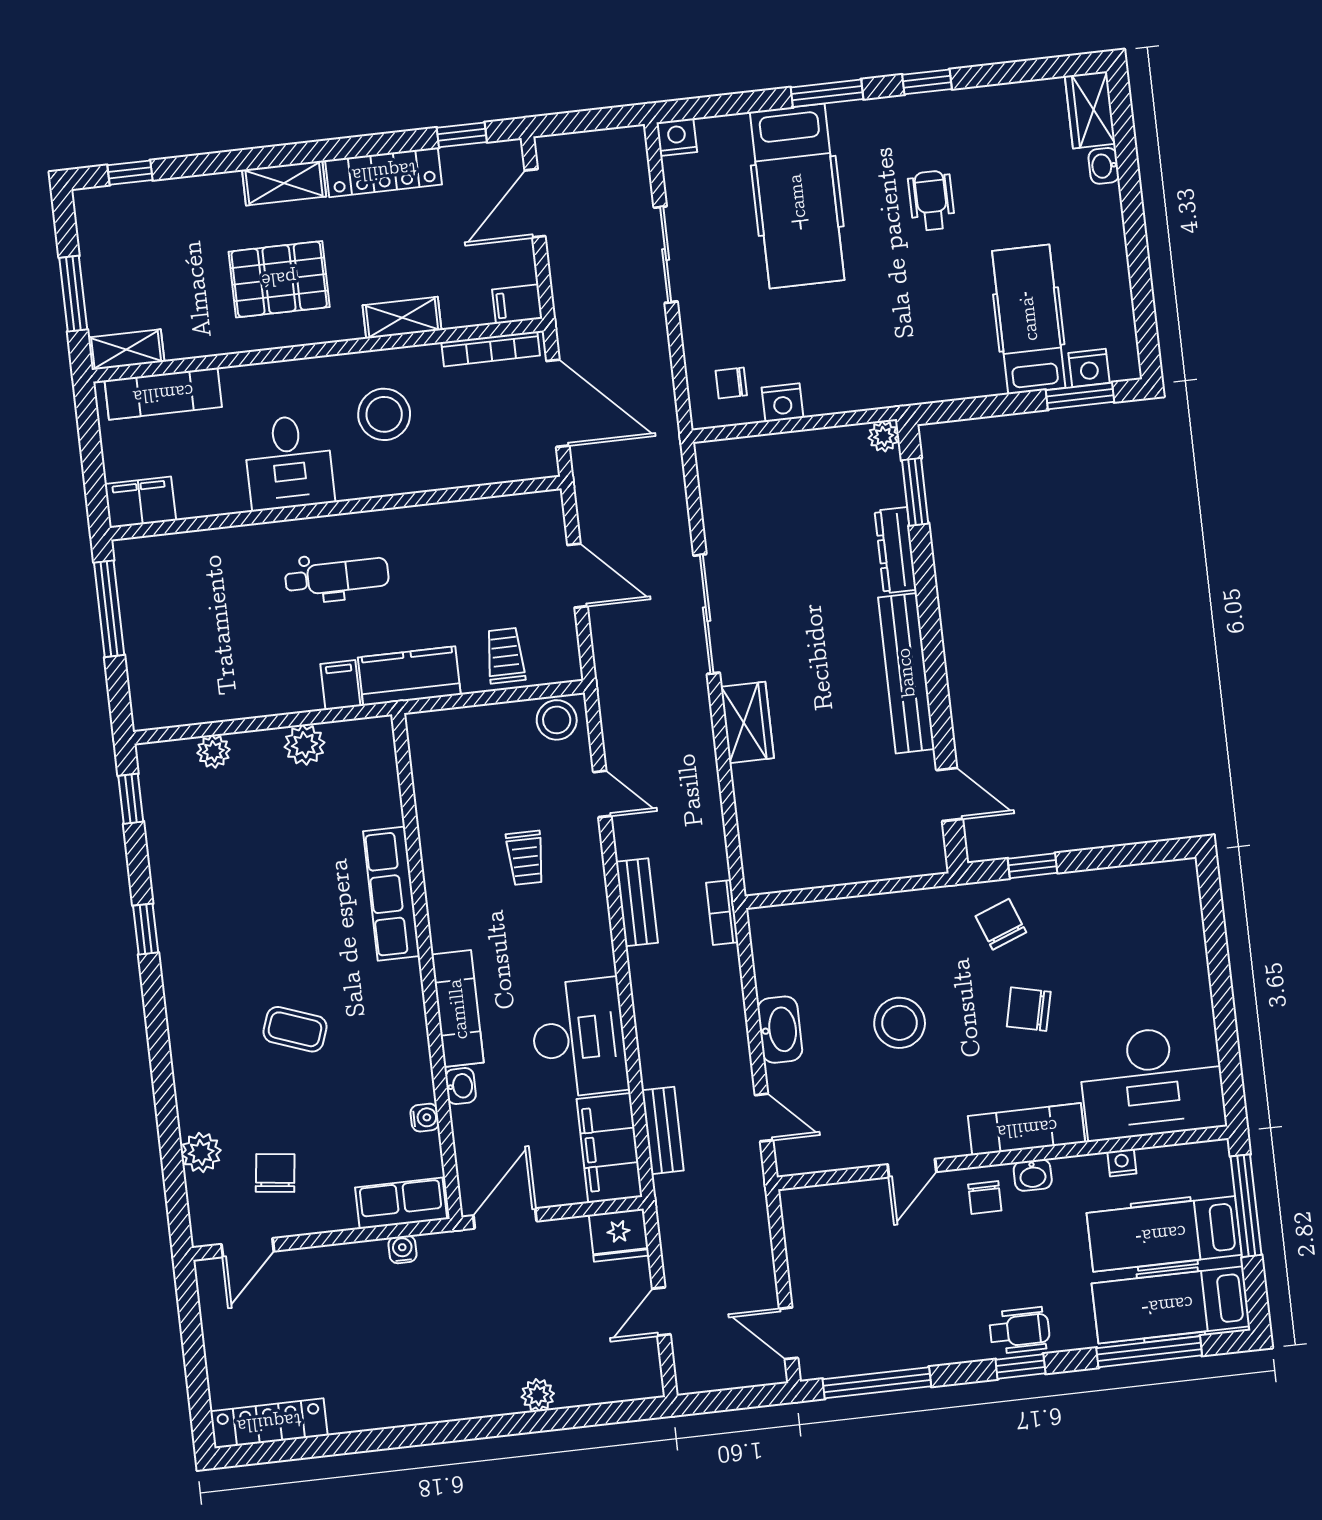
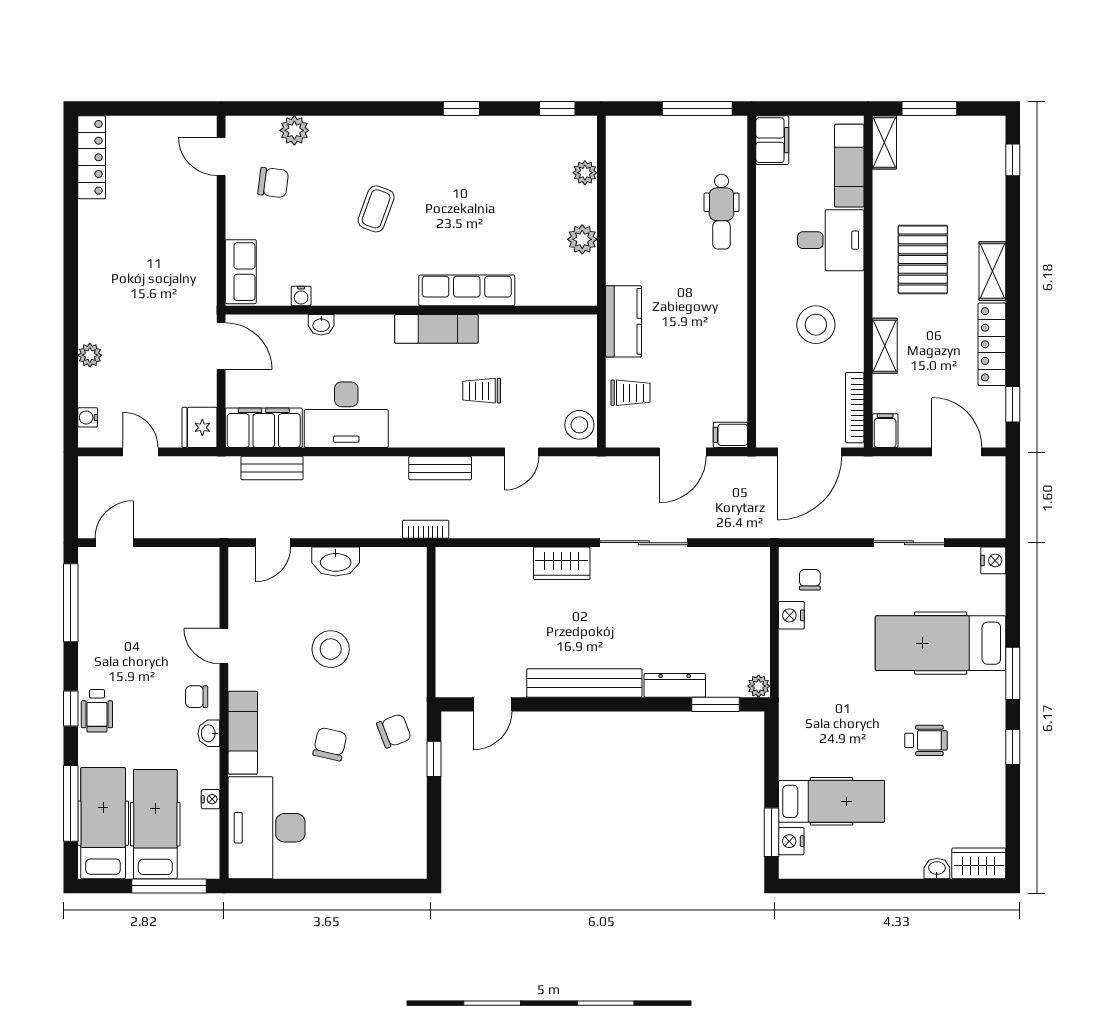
desk: (289, 462) -> (831, 240), moved, turned 180
dental chair: (337, 577) -> (722, 212), moved
filing cabinet: (340, 685) -> (730, 435), moved, turned 180
exam couch: (458, 1009) -> (436, 329), moved
water cooler: (402, 1249) -> (88, 417), moved, turned 180

